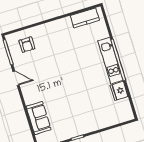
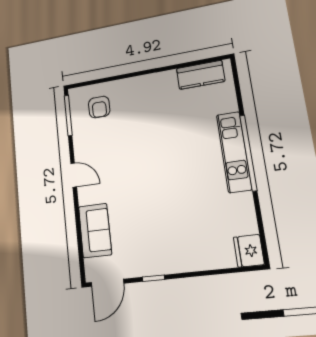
door: (16, 78) -> (74, 175), moved
fridge: (119, 91) -> (249, 251), moved

